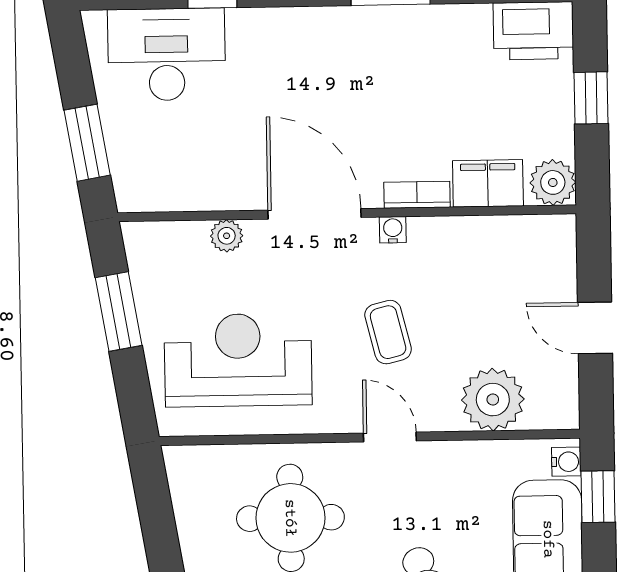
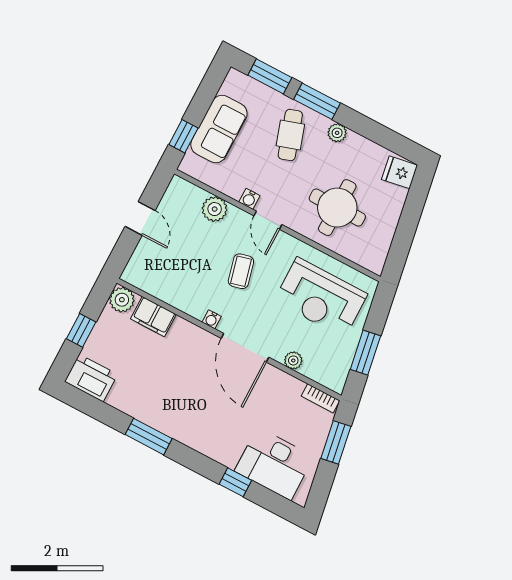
bookcase: (417, 195) -> (320, 398), moved
plant: (493, 400) -> (215, 209), width x0.73, depth x0.73
water cooler: (566, 462) -> (249, 199), moved, turned -90

